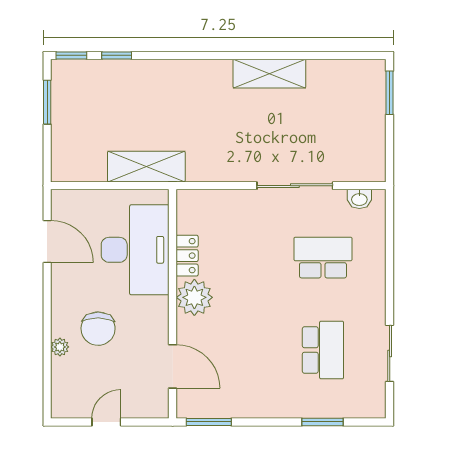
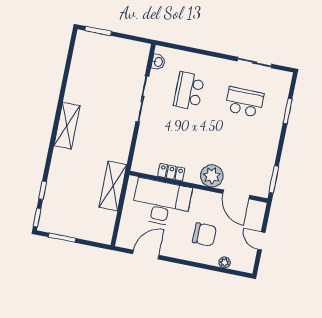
shelving: (269, 74) -> (67, 126), moved
plant: (194, 297) -> (212, 176), moved
plant: (60, 347) -> (225, 262), moved
door: (173, 366) -> (236, 194), swing flipped

